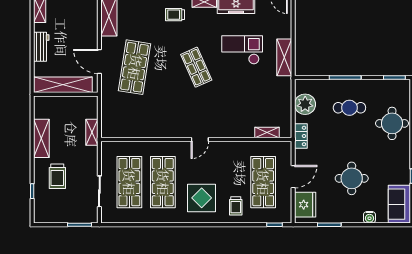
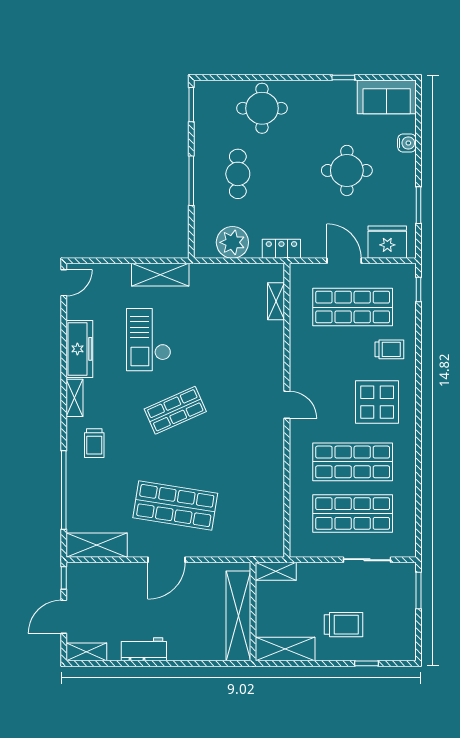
shelving: (63, 85) -> (238, 616), moved
wall: (66, 94) -> (253, 612), moved

